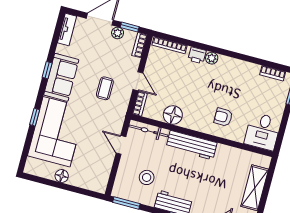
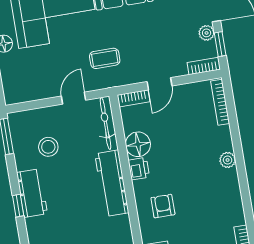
printer: (197, 55) -> (139, 169), moved, turned 180
coffee table: (105, 88) -> (105, 58), moved

